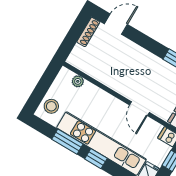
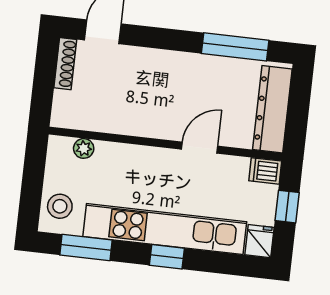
door: (139, 109) -> (200, 148), swing flipped
window: (67, 142) -> (86, 247), moved

